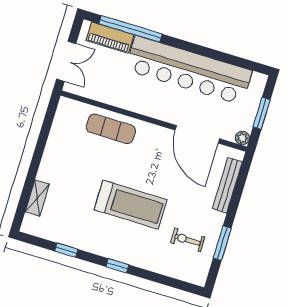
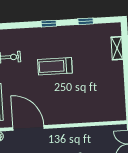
exercise mat: (111, 129) -> (86, 111), removed
treadmill: (131, 205) -> (55, 66), width x0.73, depth x0.73

